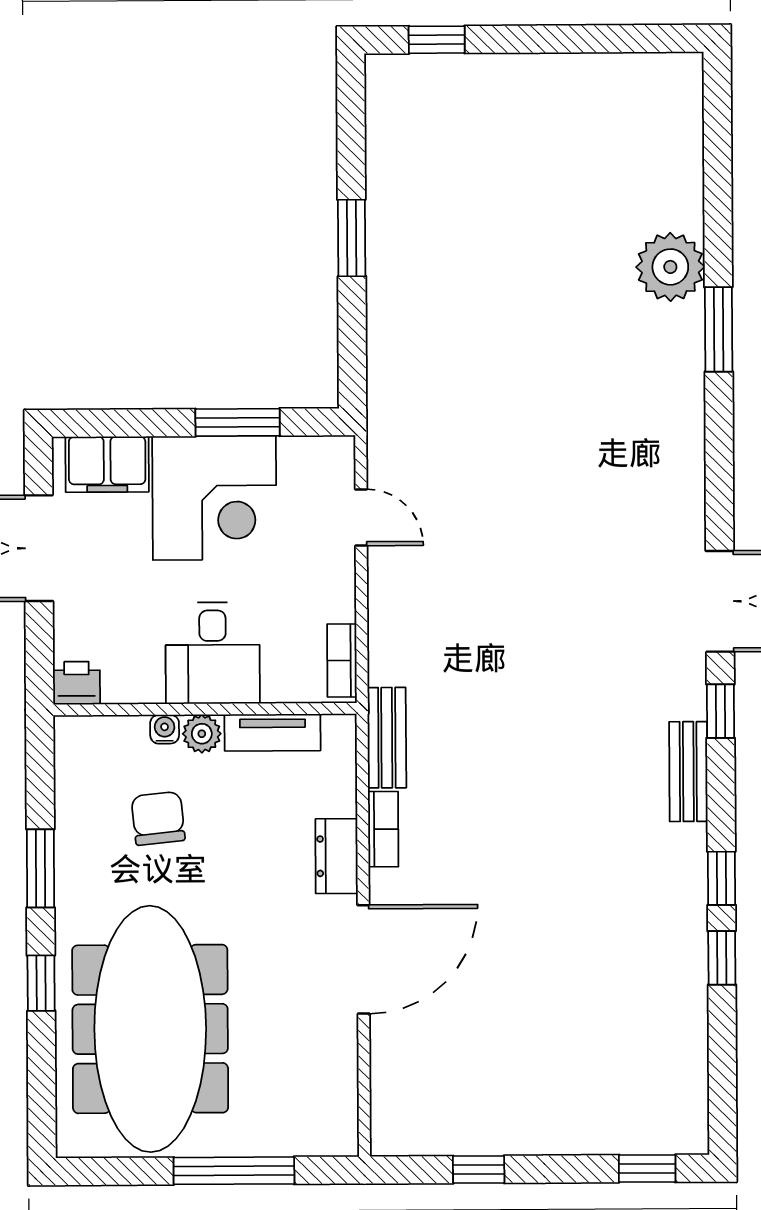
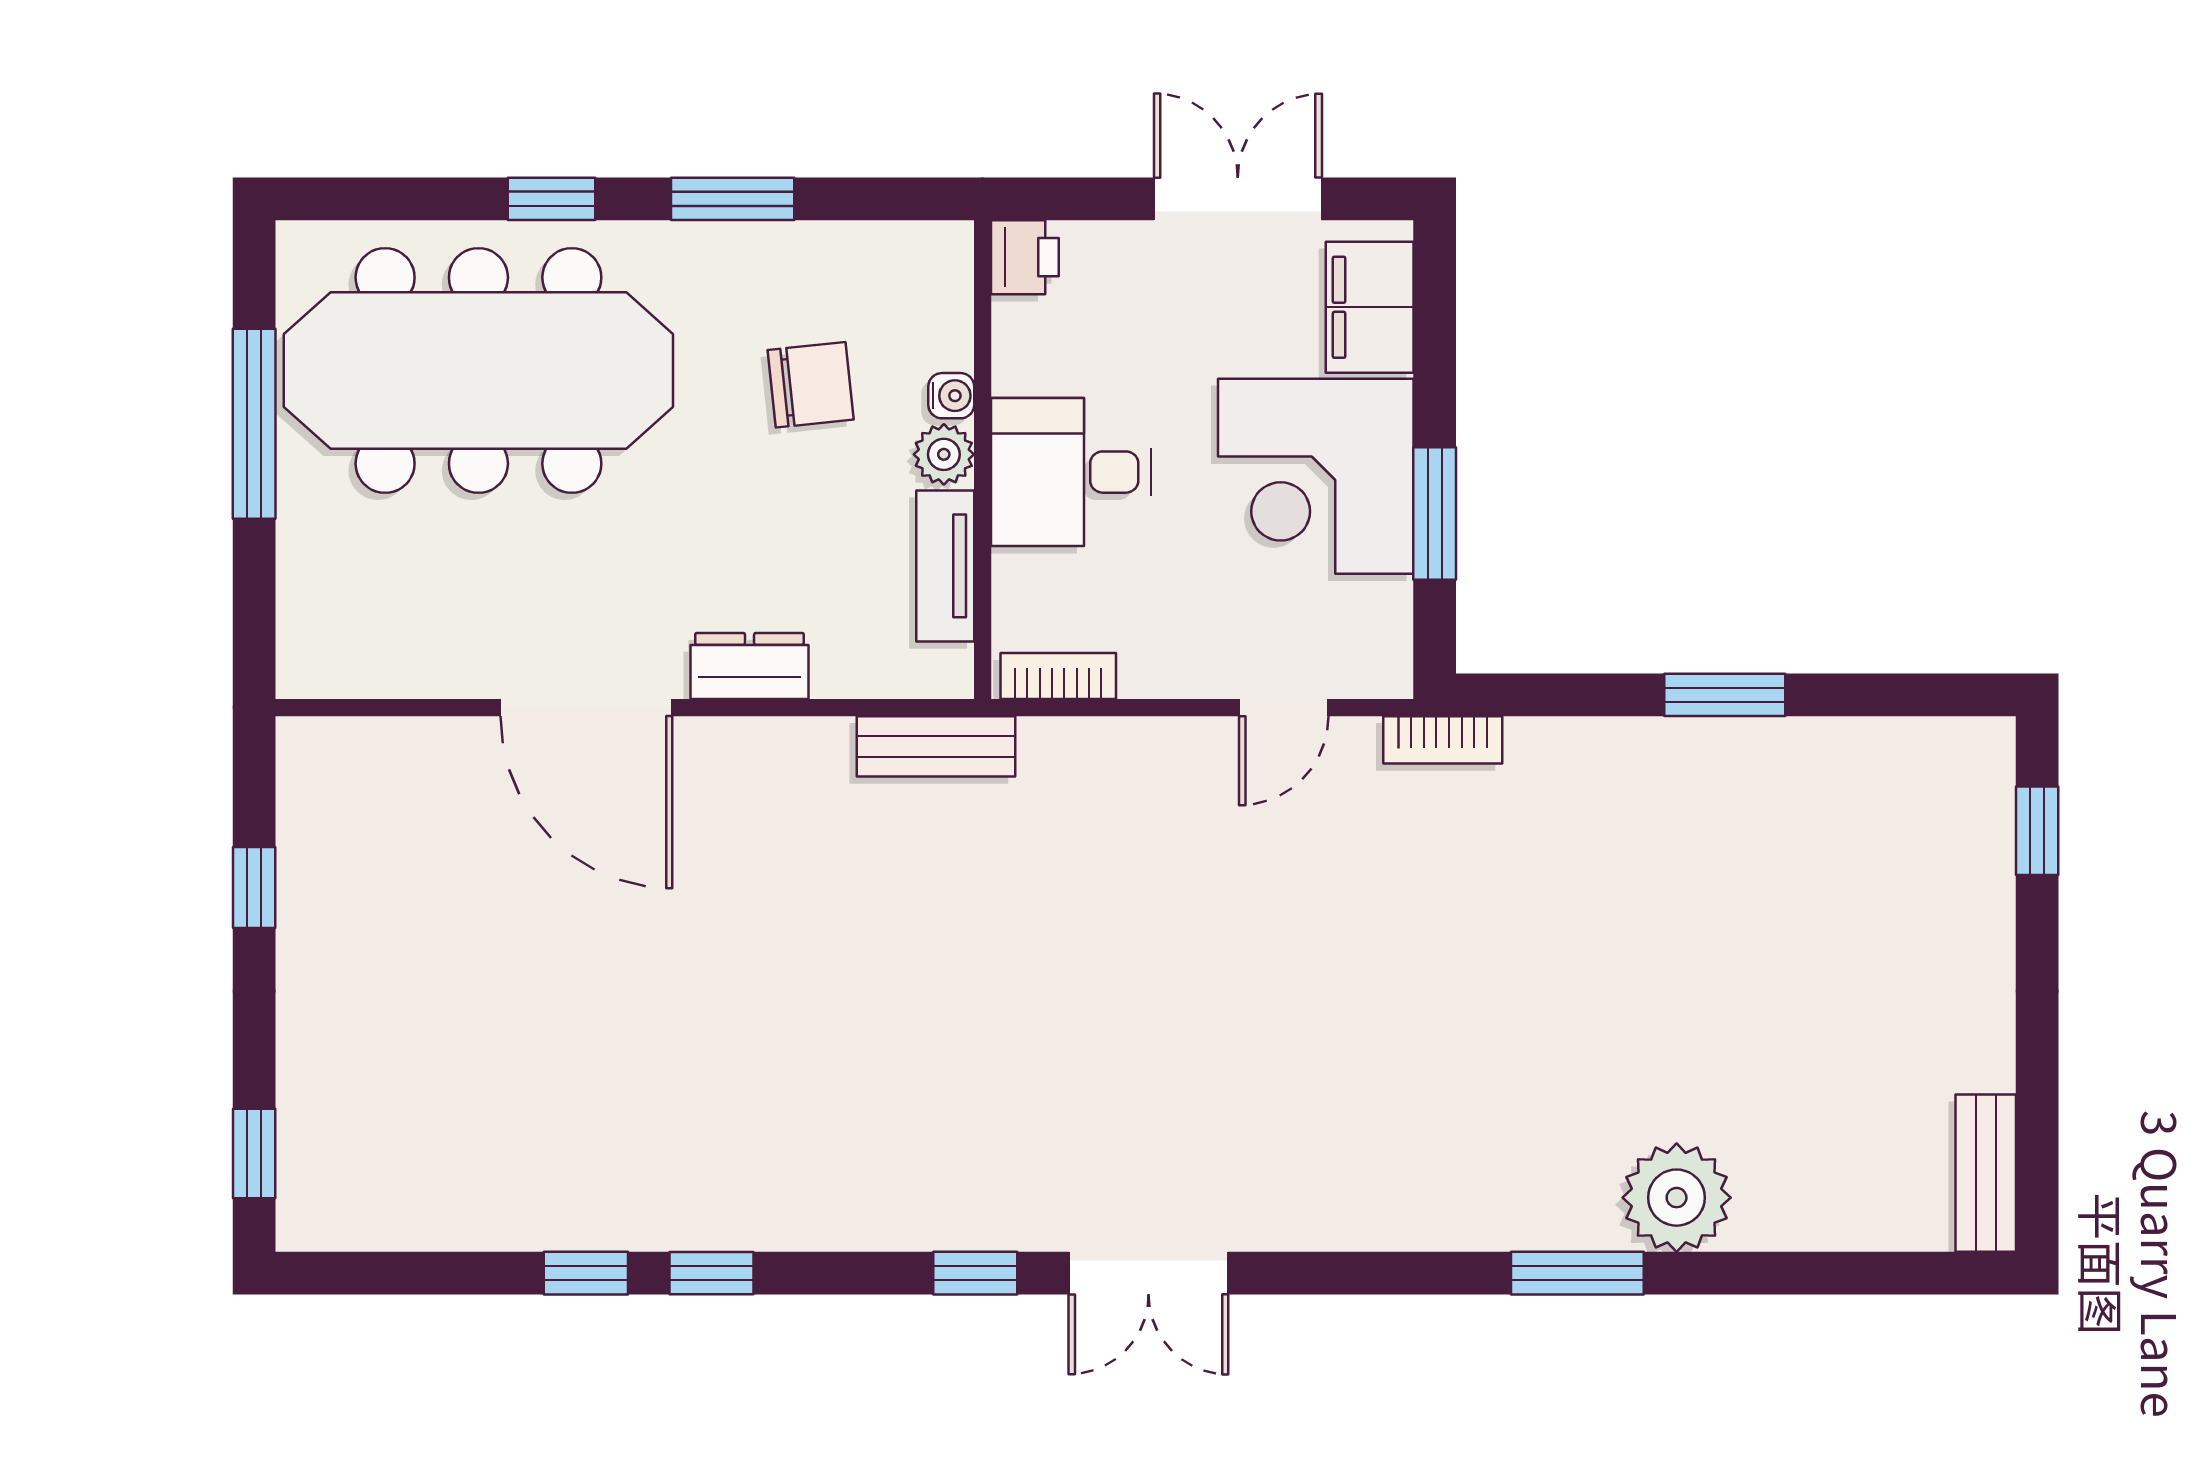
bench: (688, 772) -> (1986, 1173), moved, turned 90
bookcase: (383, 829) -> (1443, 740), moved
window: (234, 1171) -> (254, 424), moved

